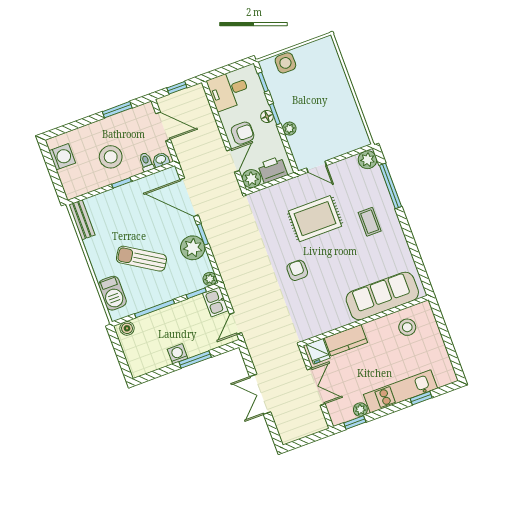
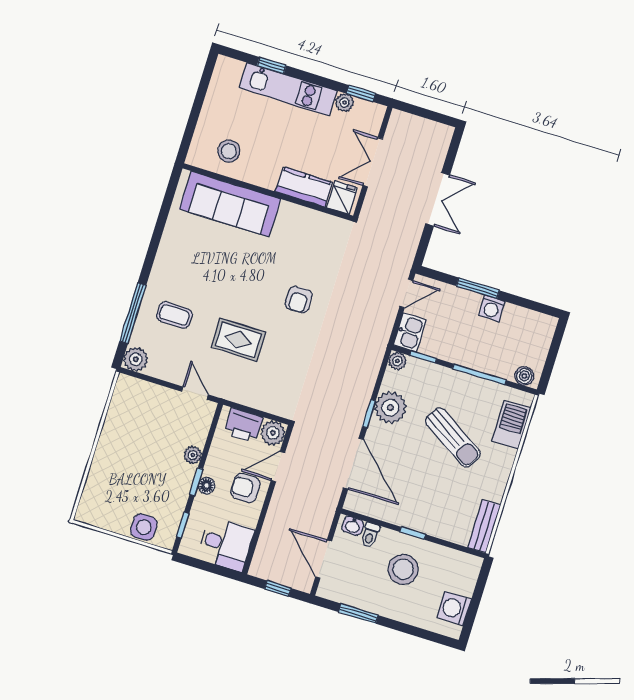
rug: (315, 219) -> (238, 340), width x0.73, depth x0.70
coffee table: (370, 222) -> (174, 315), moved, turned 90

